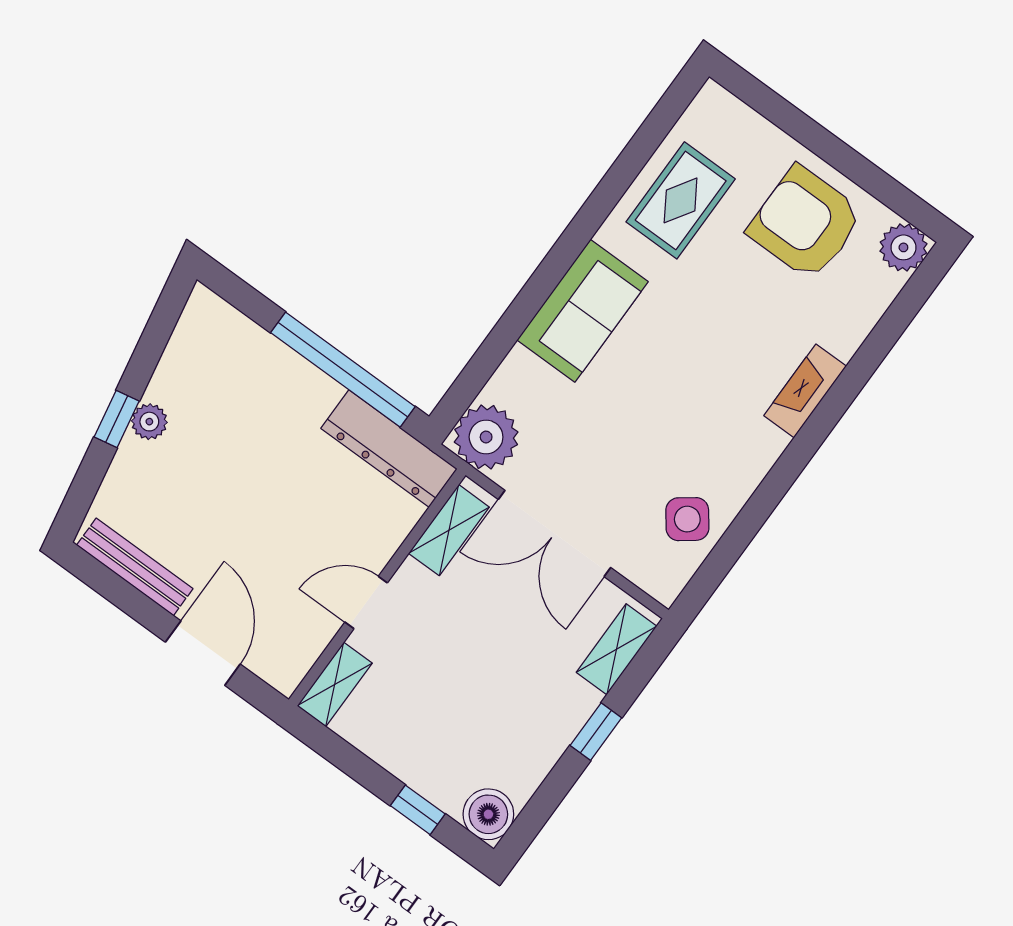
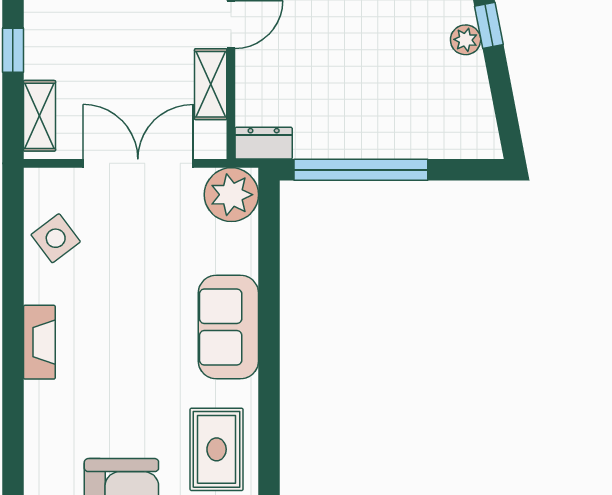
fireplace: (805, 391) -> (39, 342), moved
dresser: (389, 449) -> (264, 143), width x0.51, depth x0.80
shelving: (449, 530) -> (211, 84), moved

